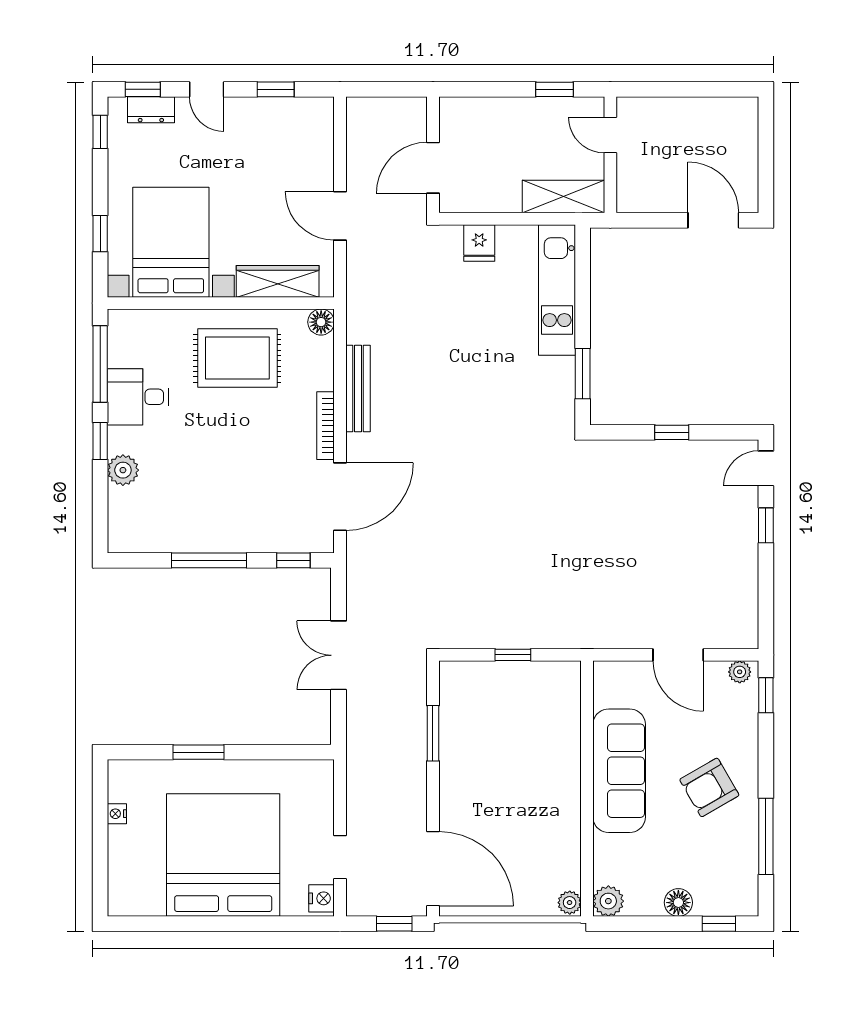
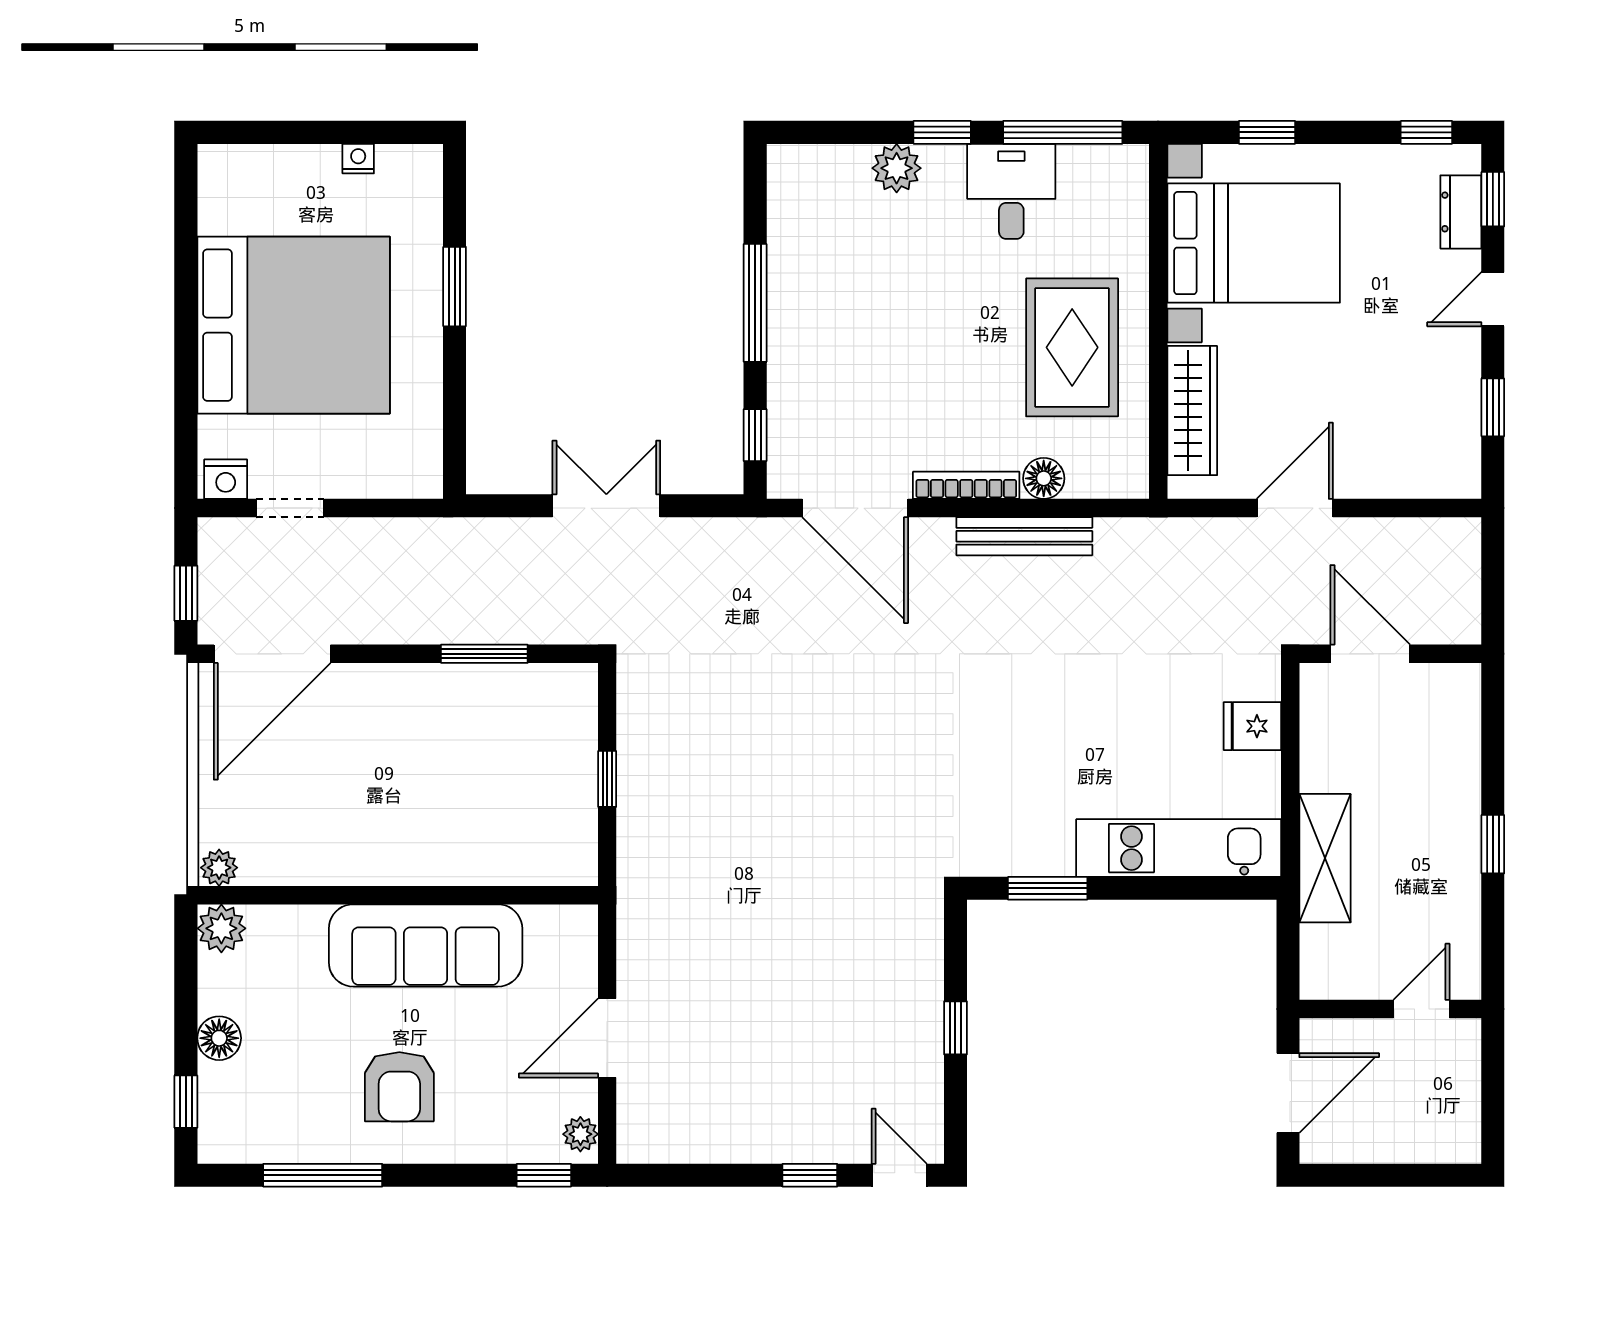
door: (610, 135) -> (1421, 1009), moved
wall: (610, 155) -> (1390, 1009), moved
floor lamp: (321, 322) -> (1044, 478), moved
armchair: (709, 787) -> (399, 1087), turned -150

